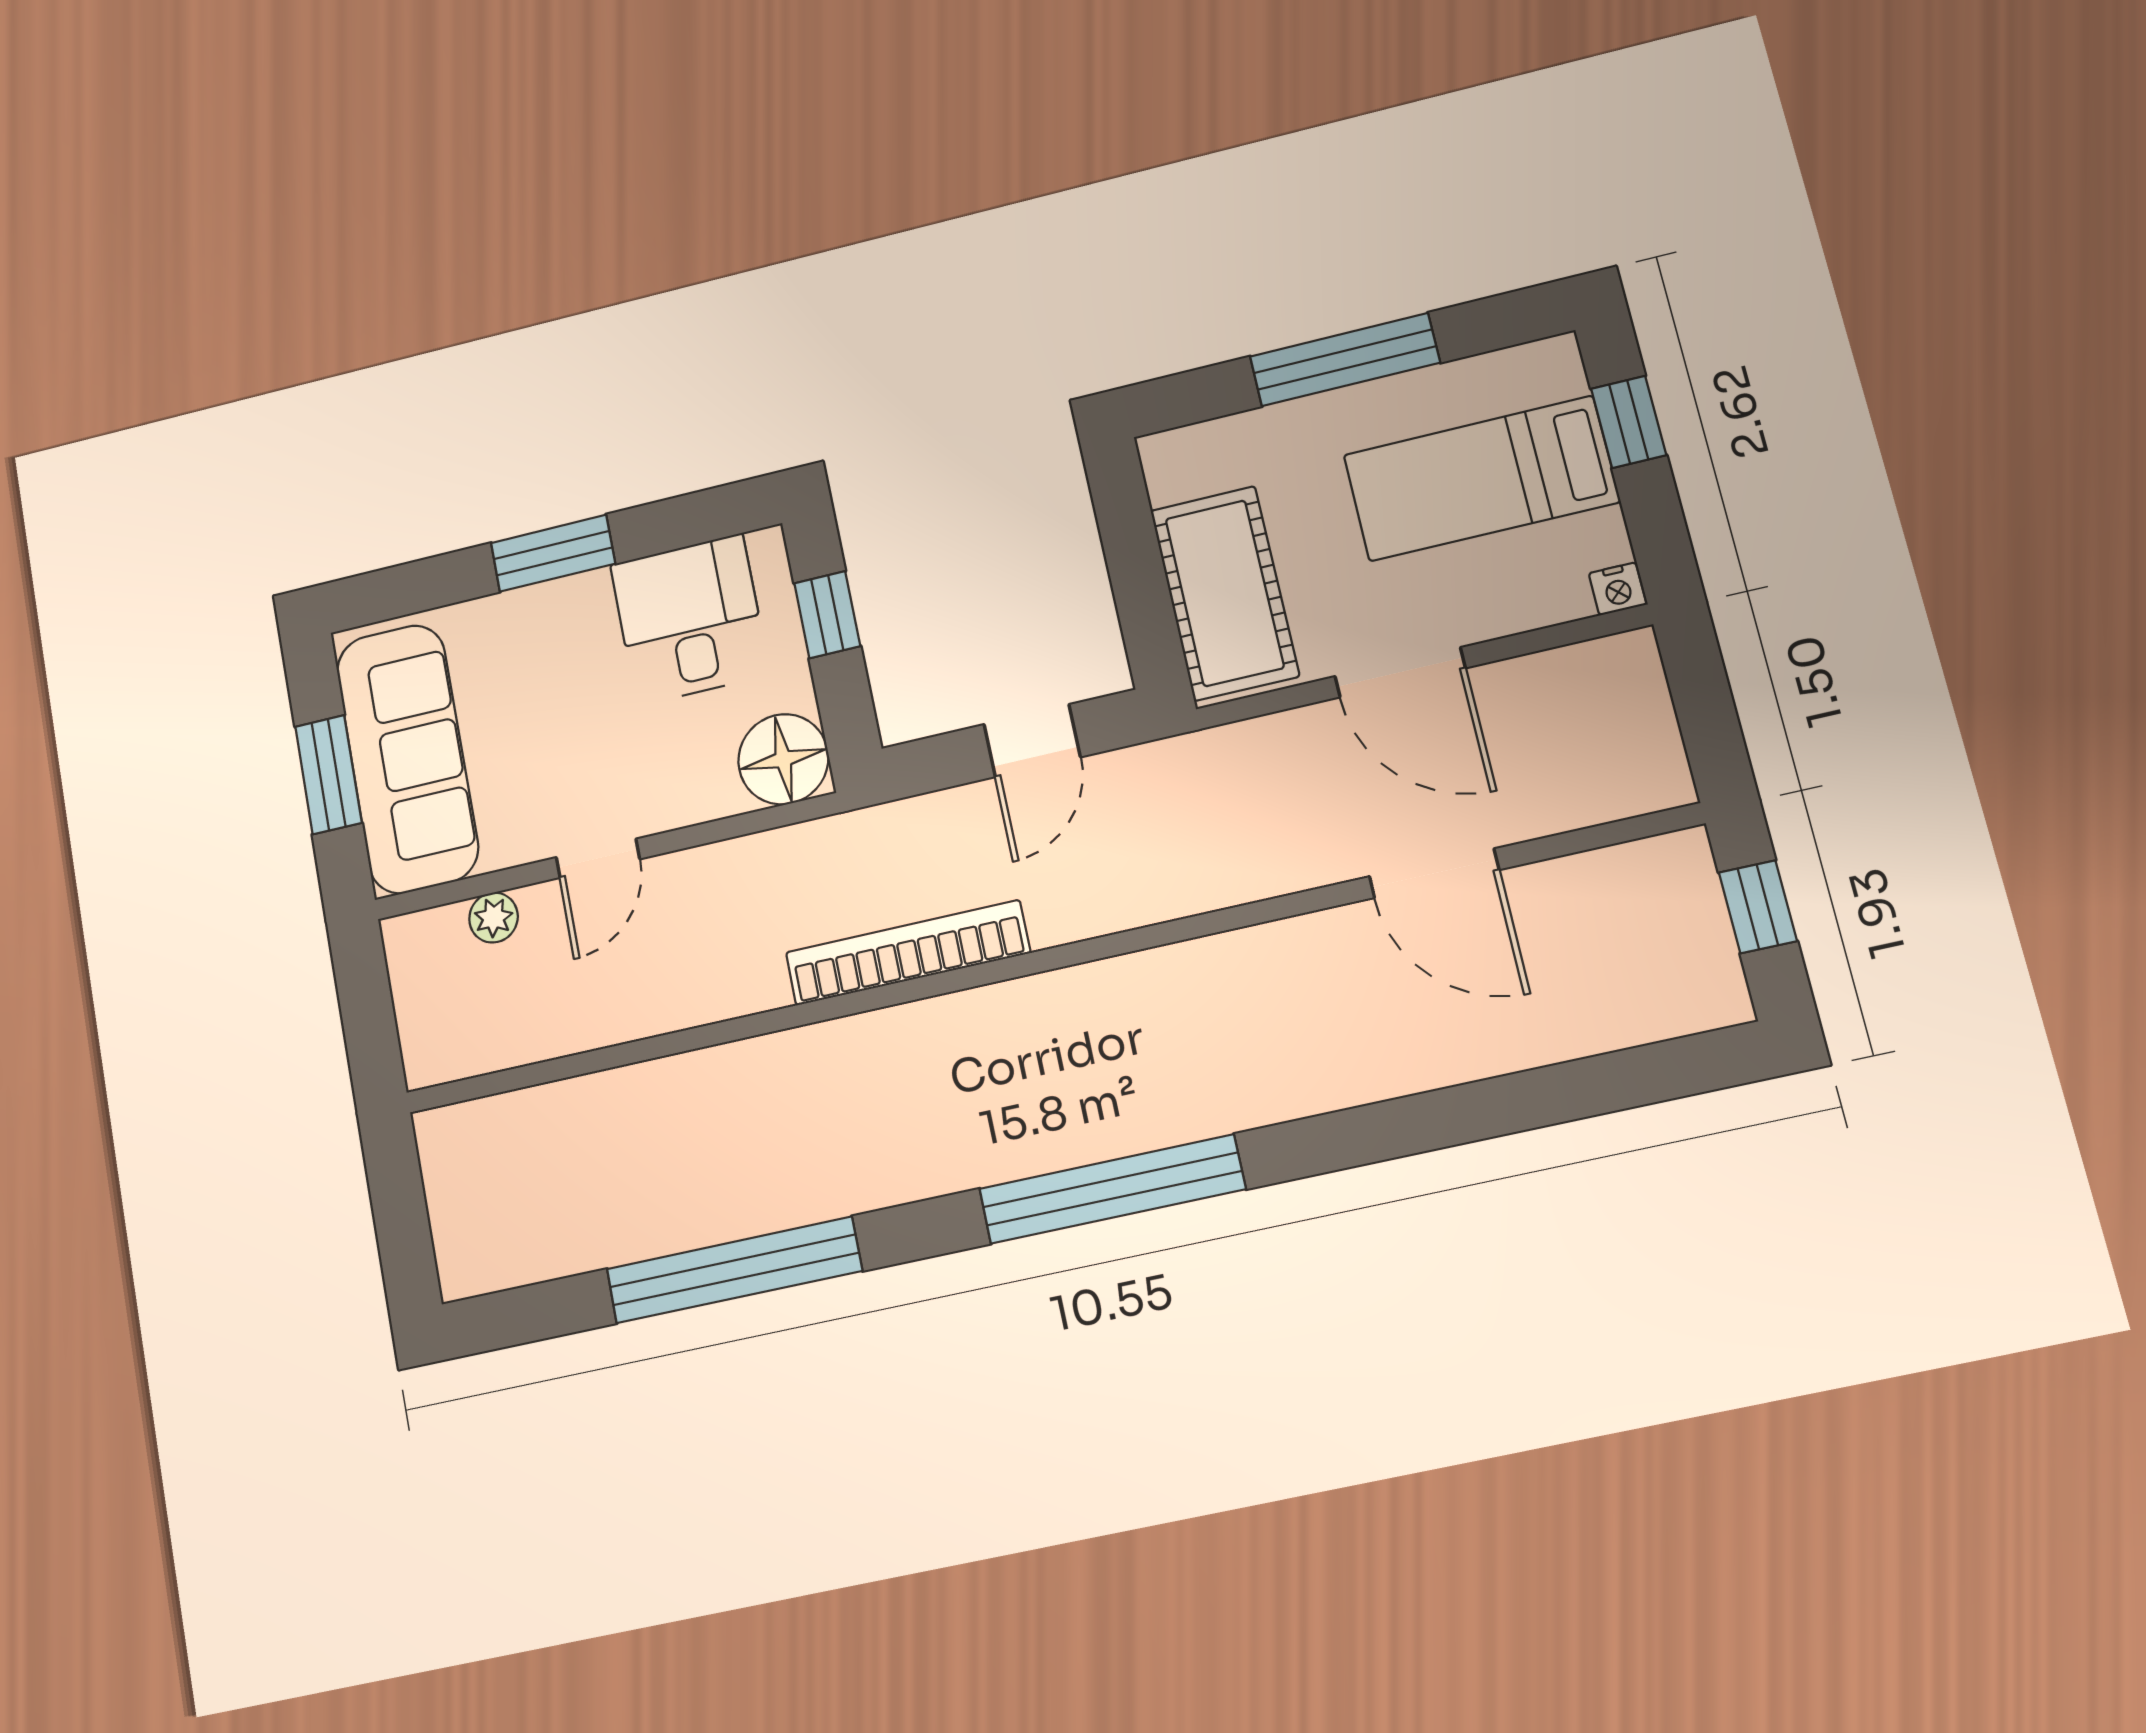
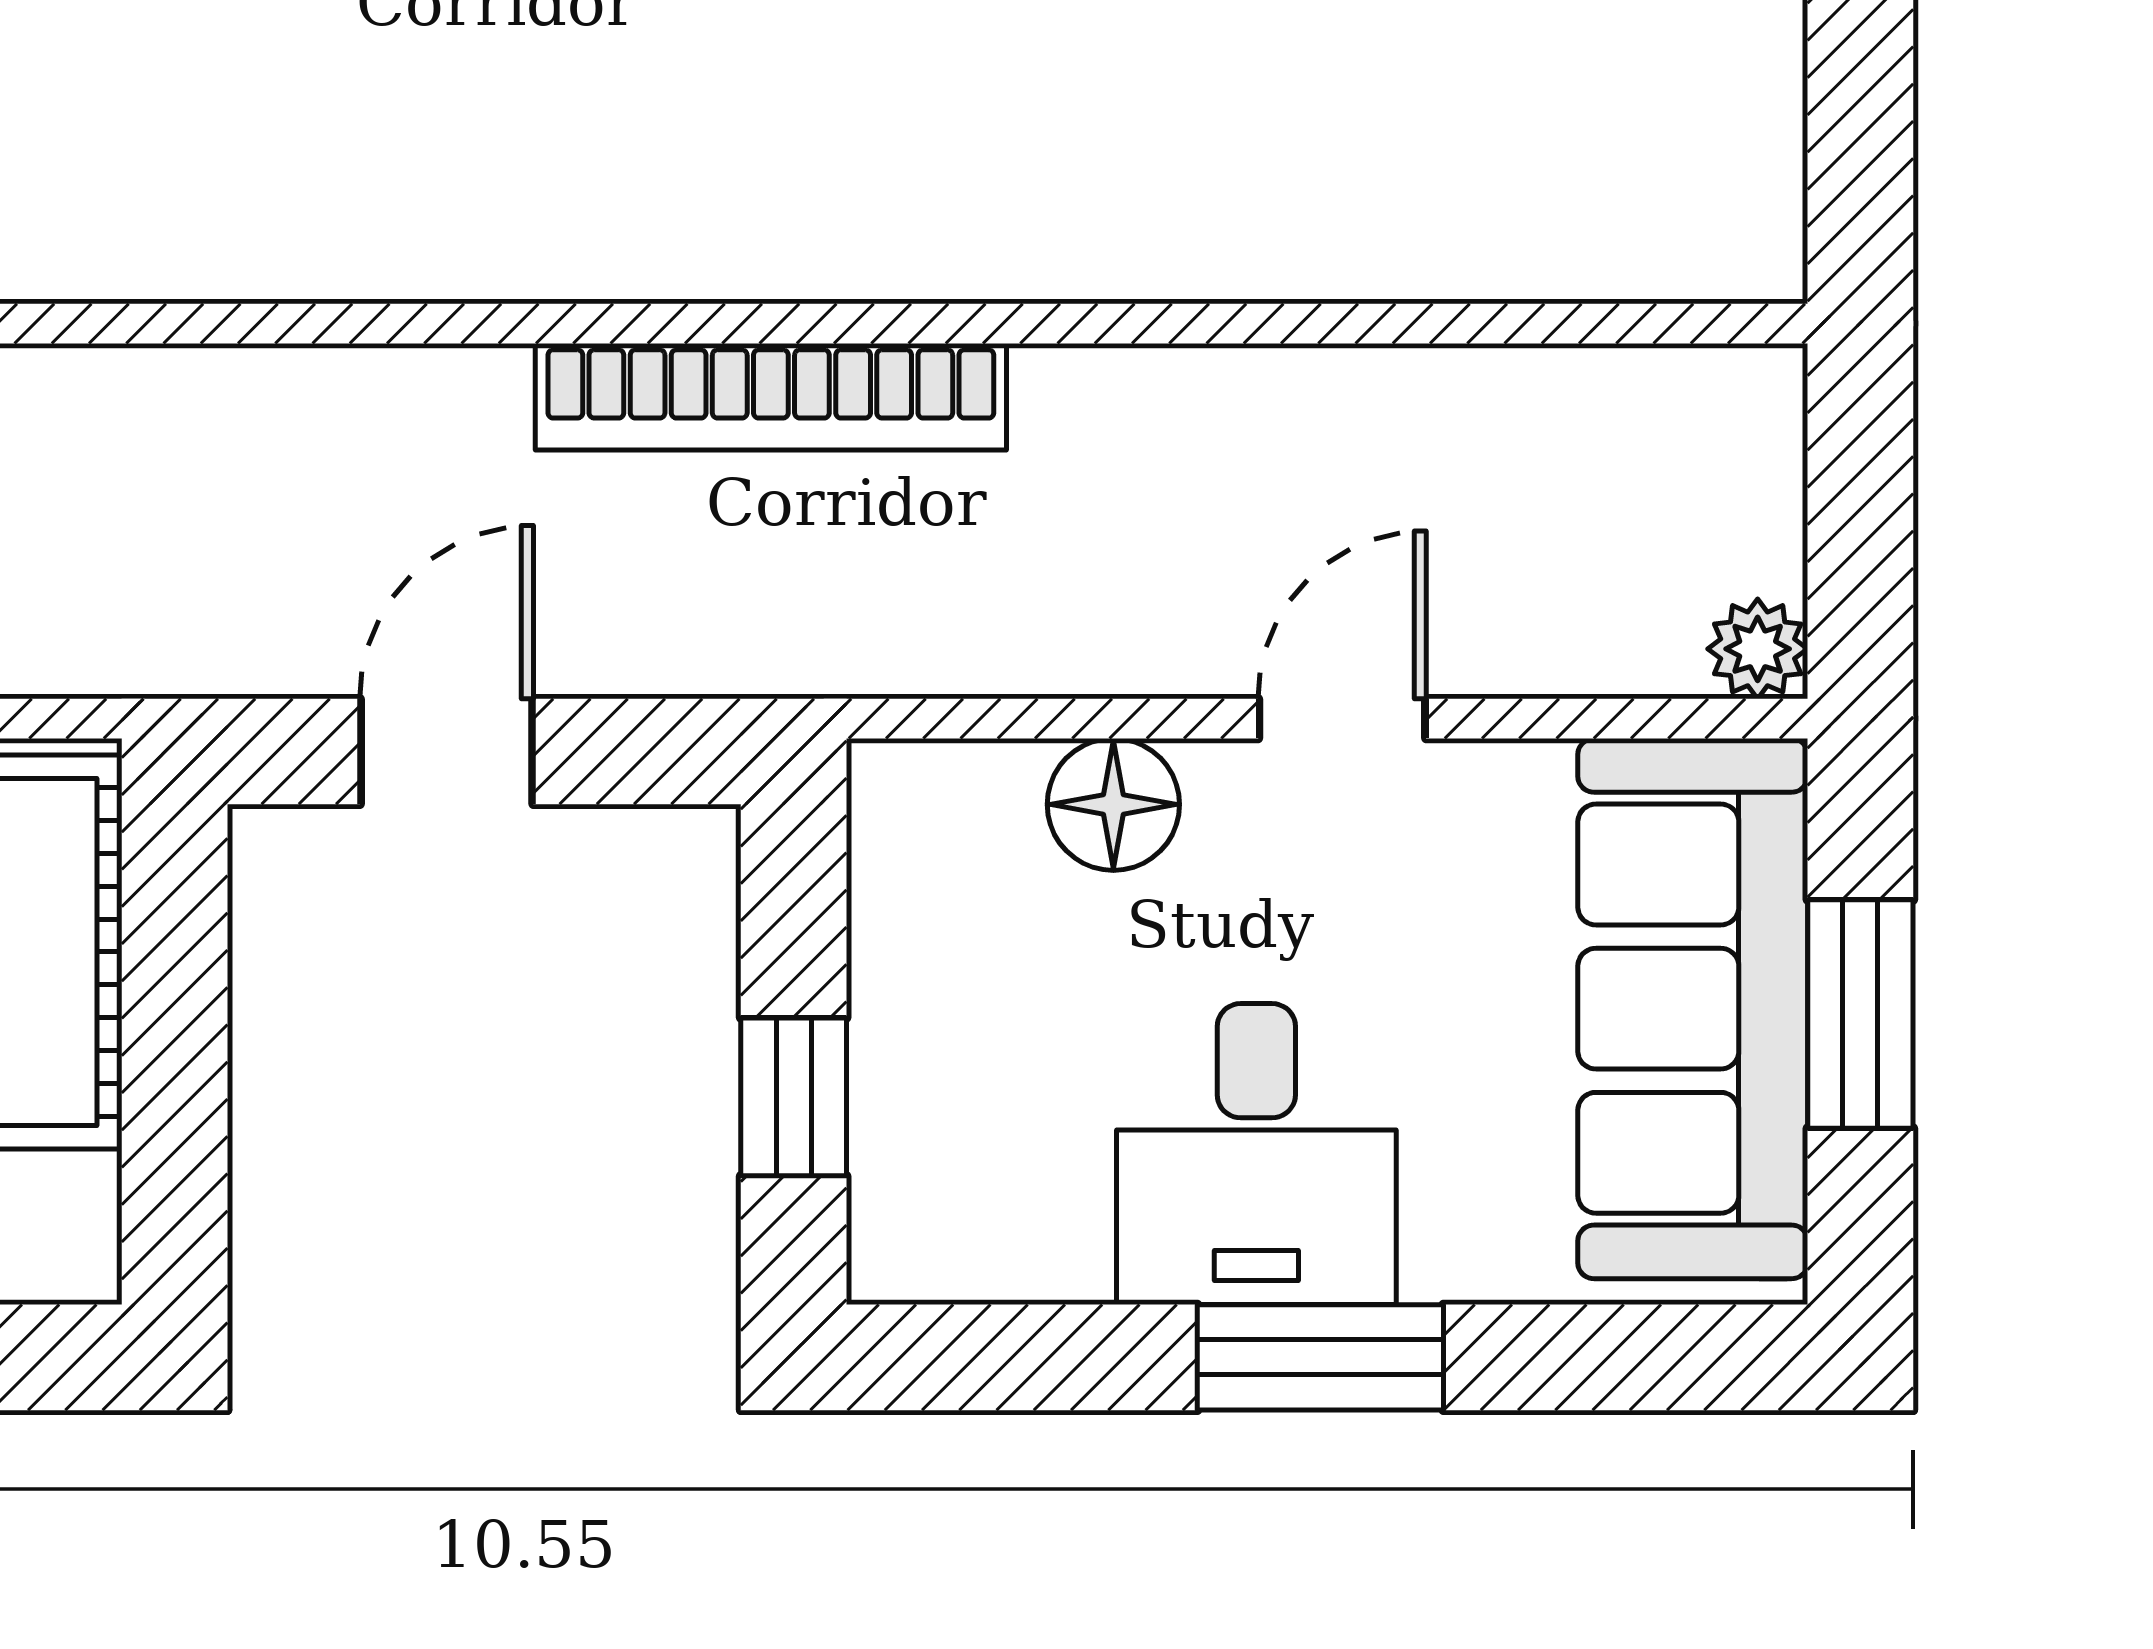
desk: (690, 619) -> (1256, 1154), moved
floor lamp: (783, 759) -> (1113, 804), moved, width x0.73, depth x0.73
plant: (494, 918) -> (1758, 649), moved

